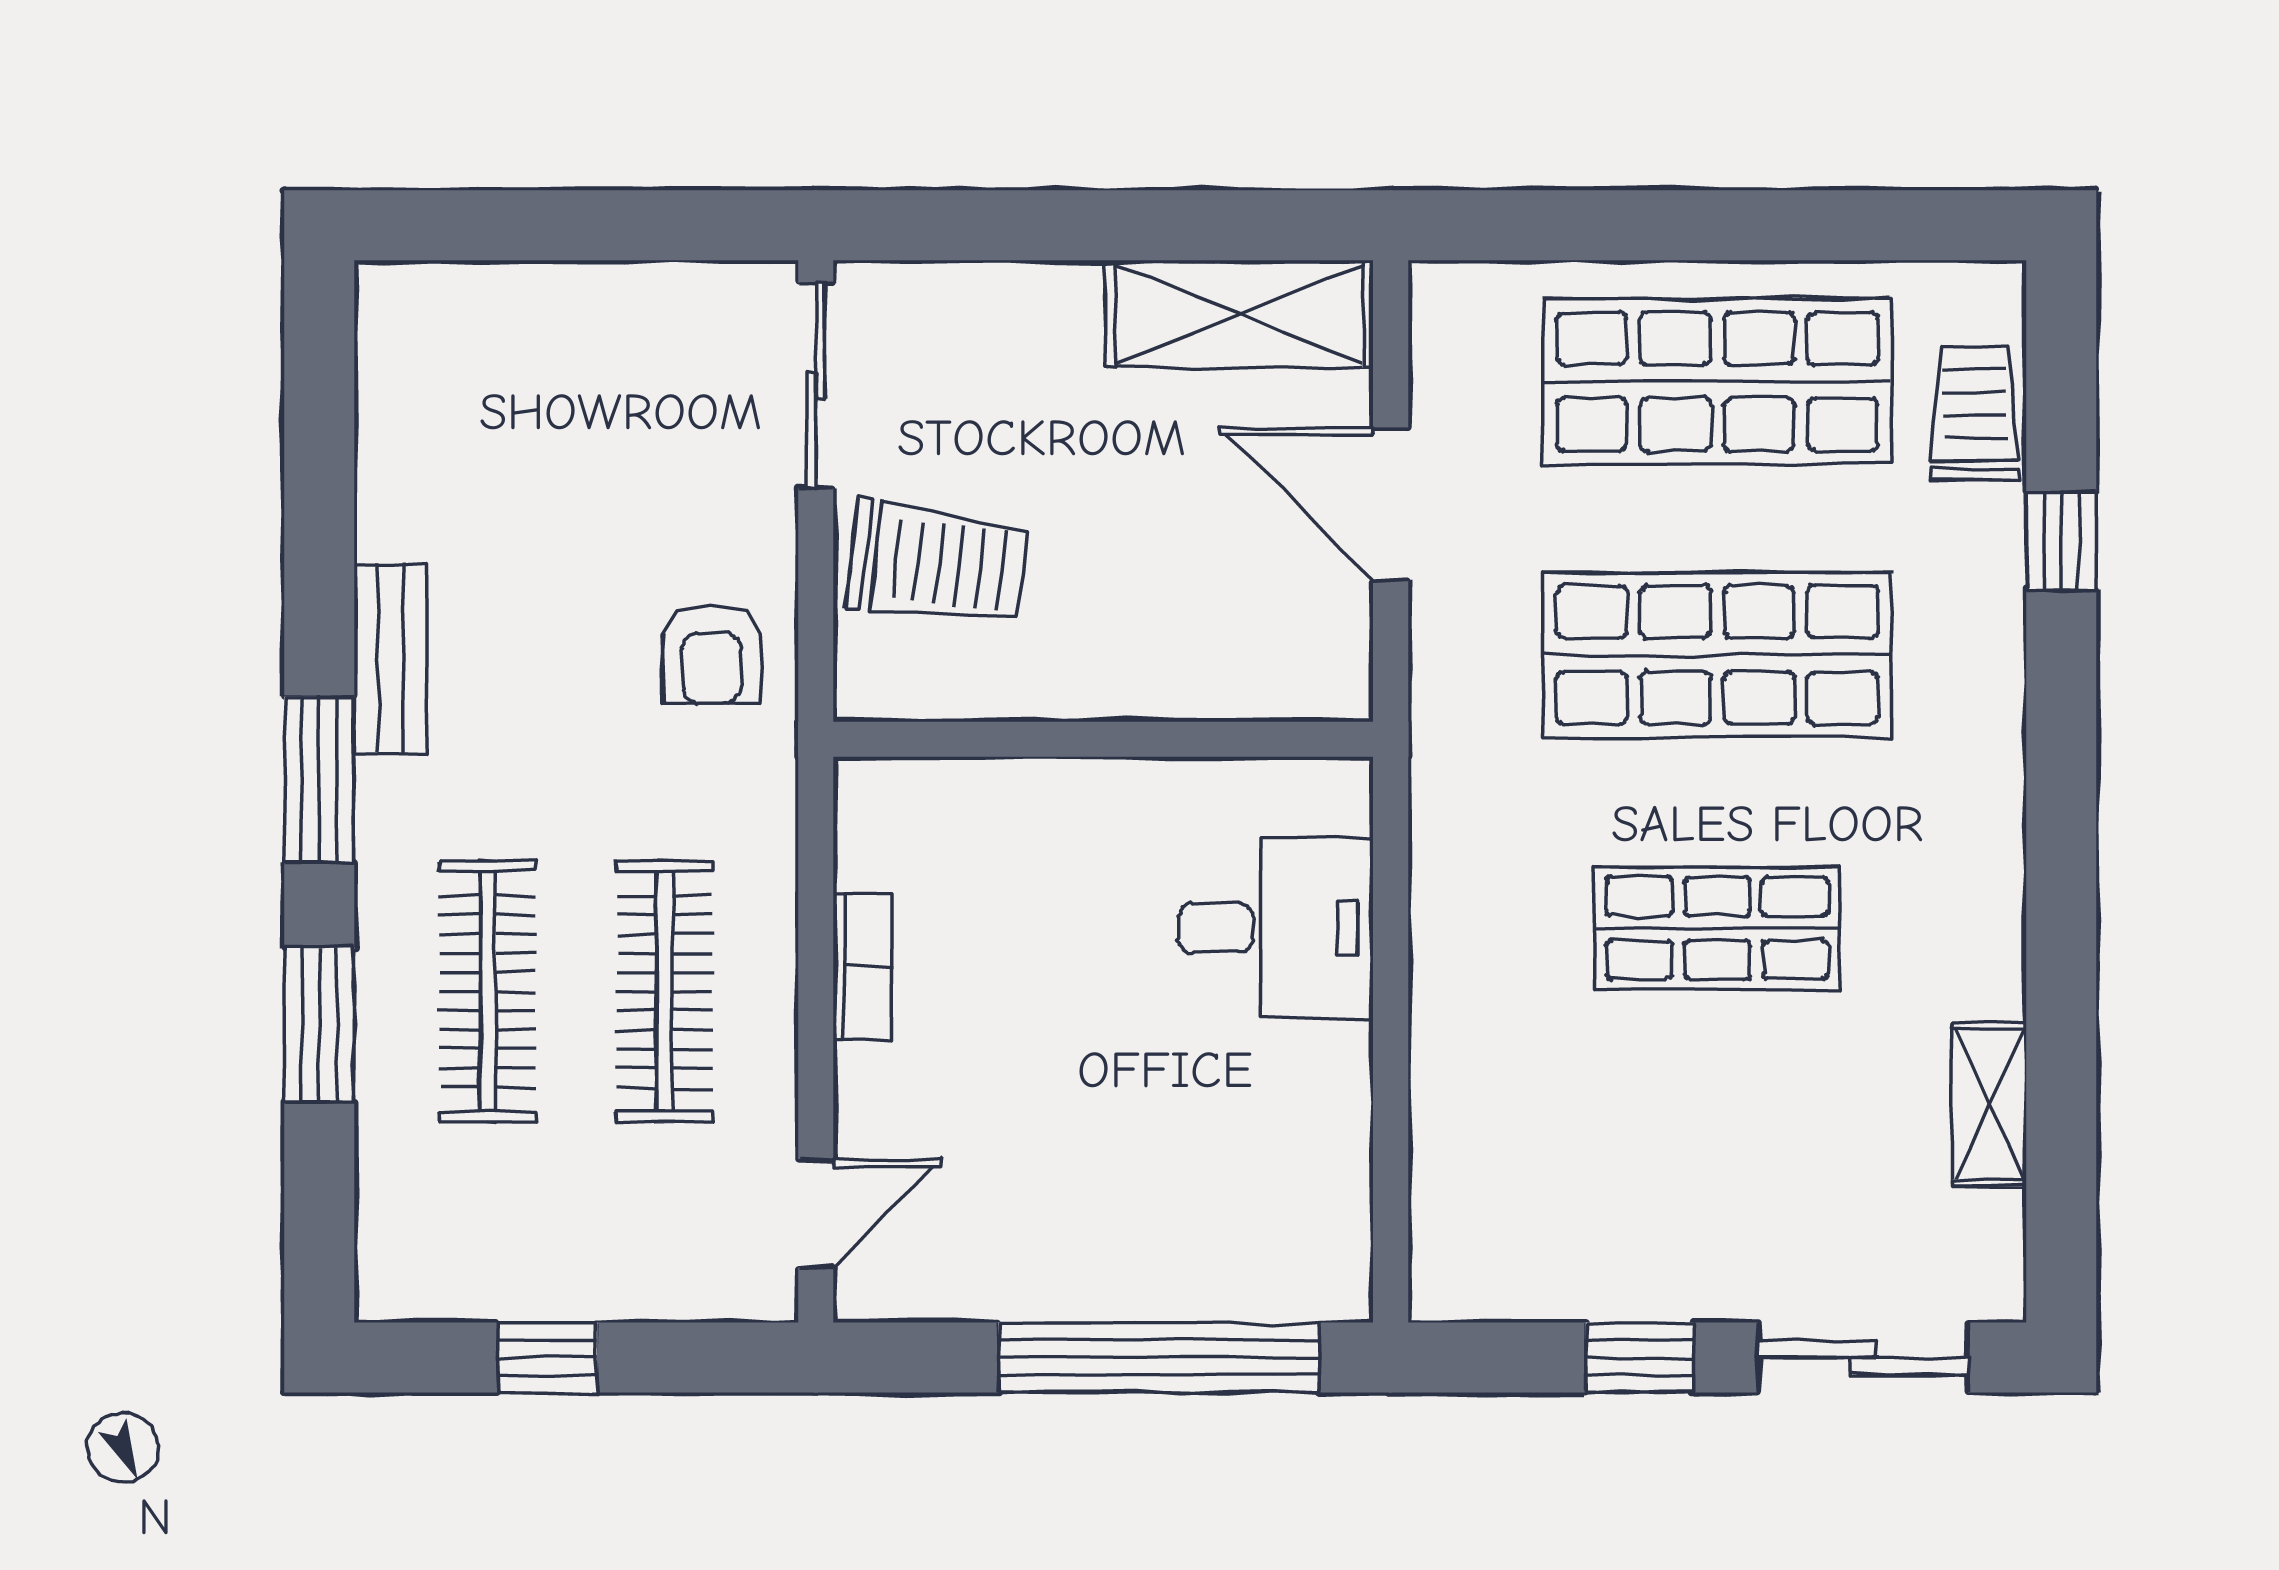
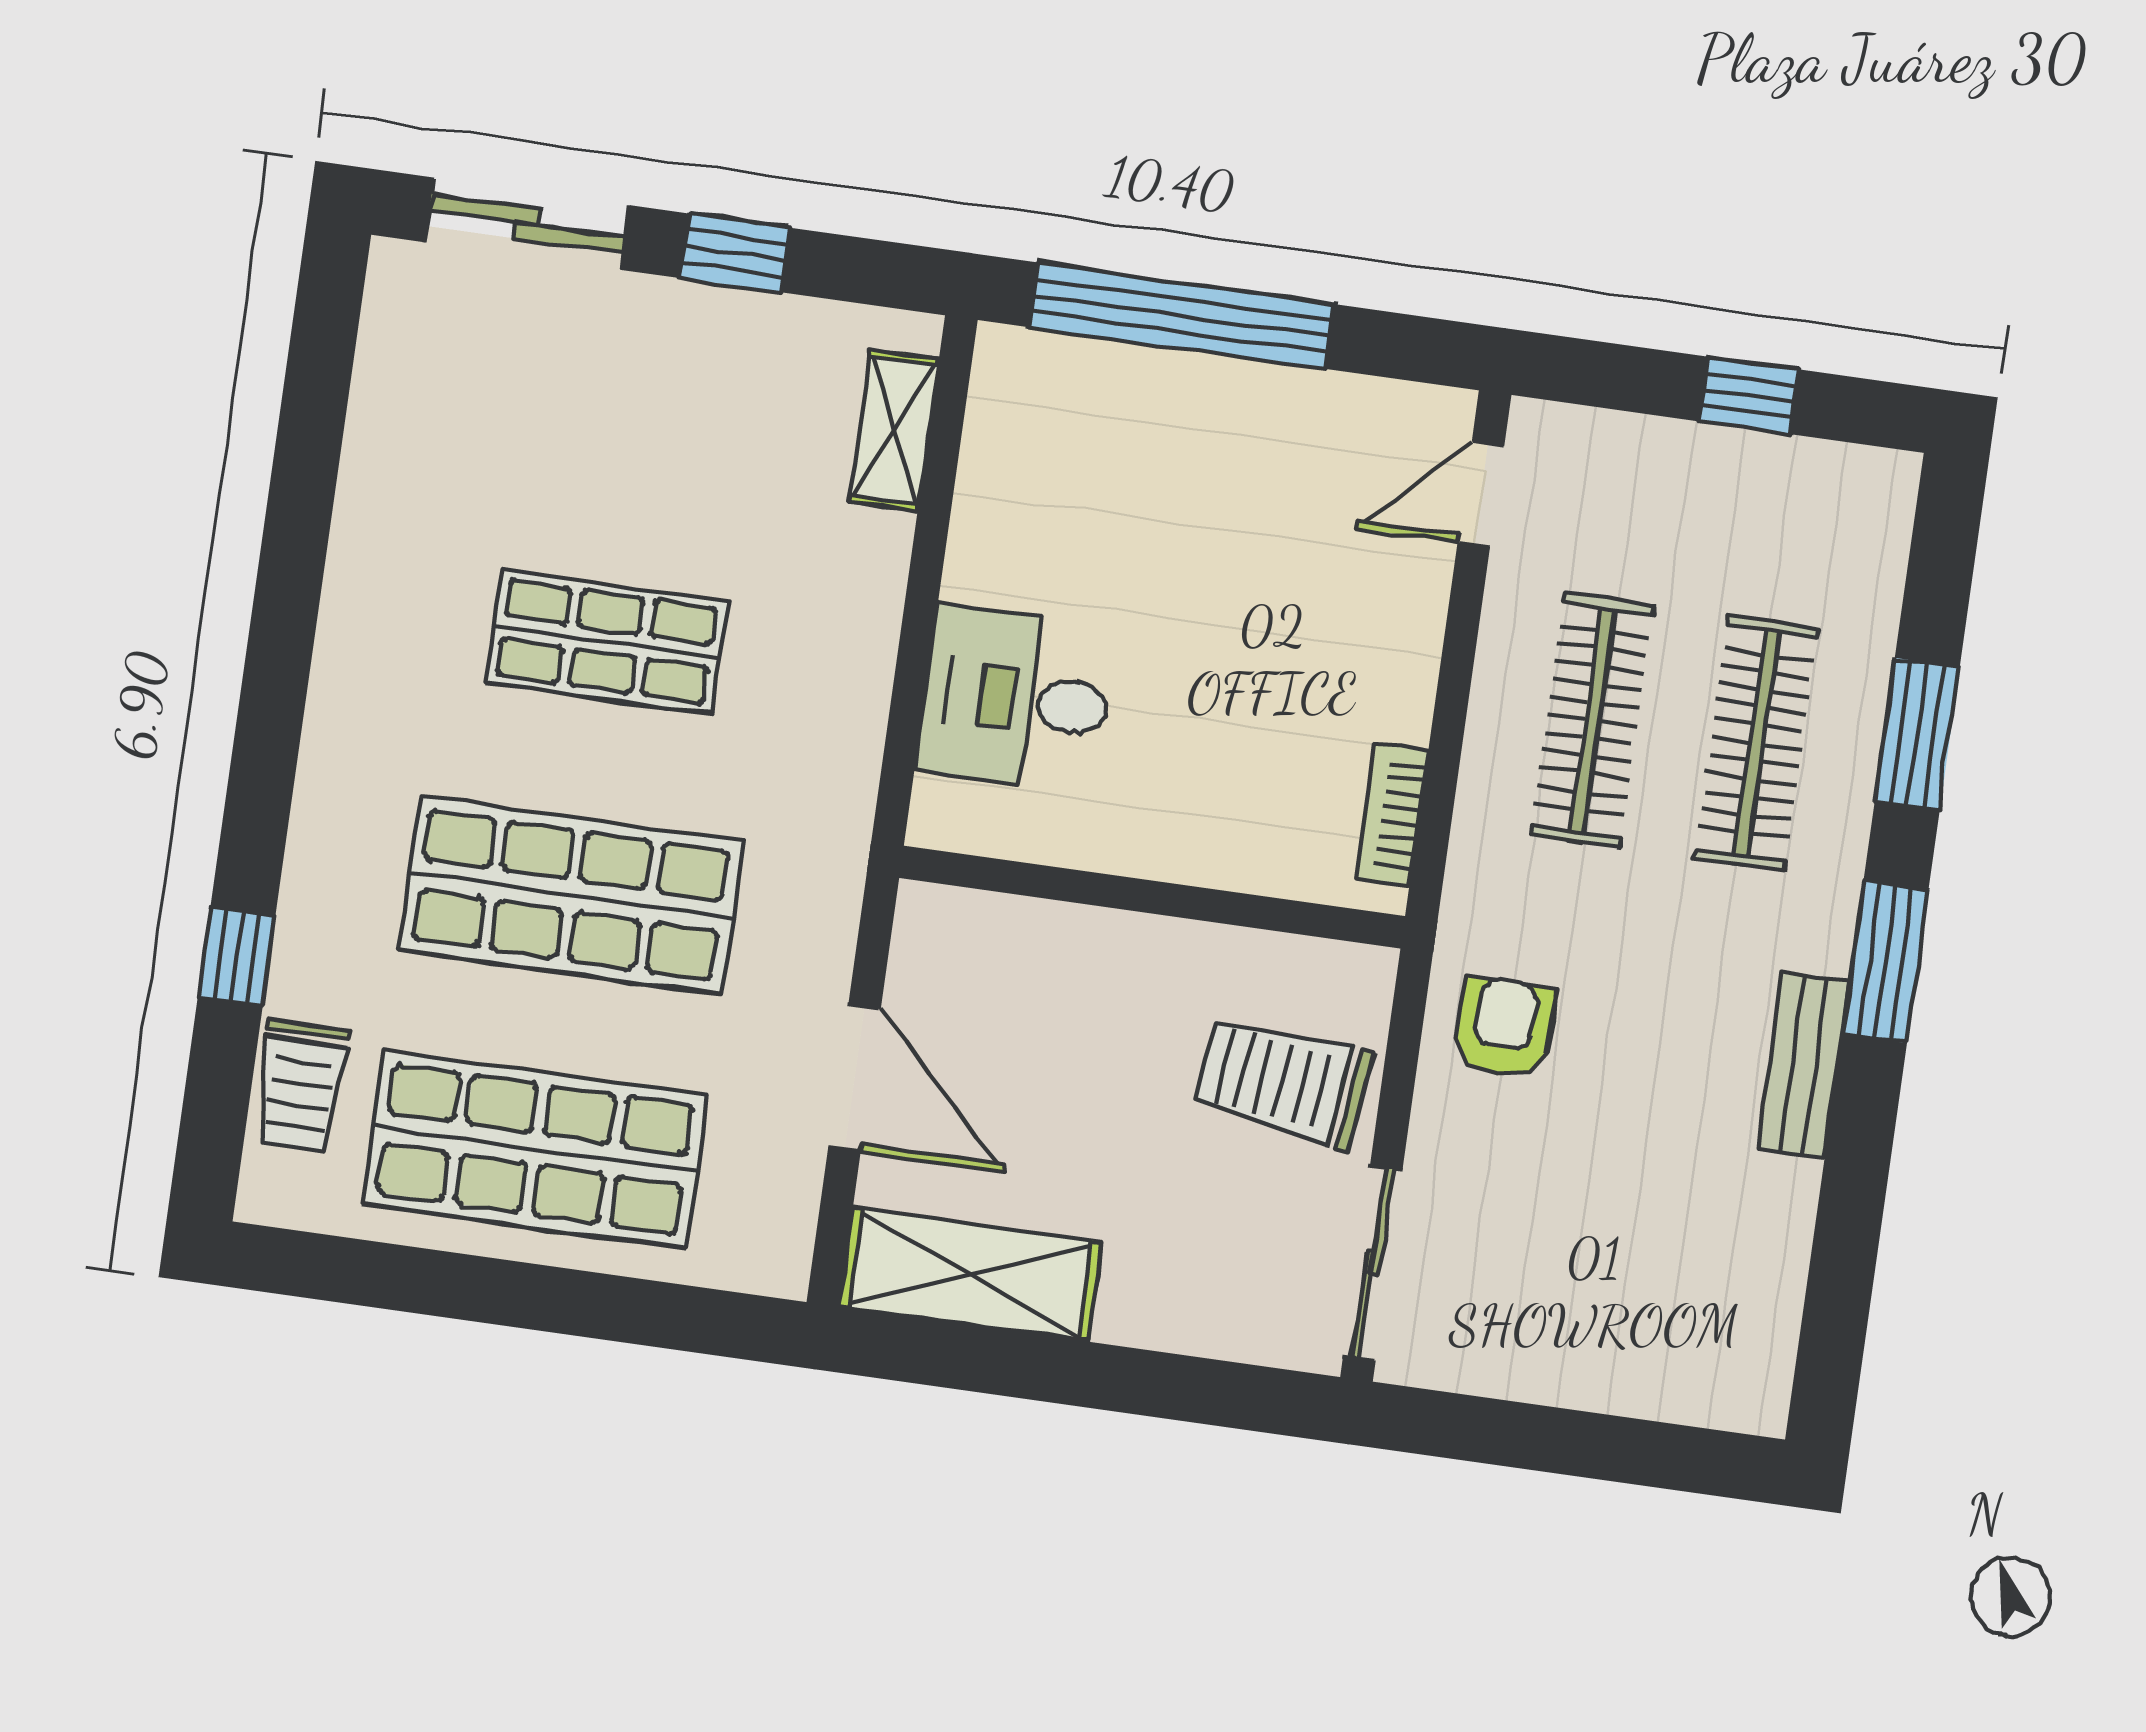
bookcase: (863, 967) -> (1392, 815), moved
shelving: (1990, 1104) -> (894, 430), moved

